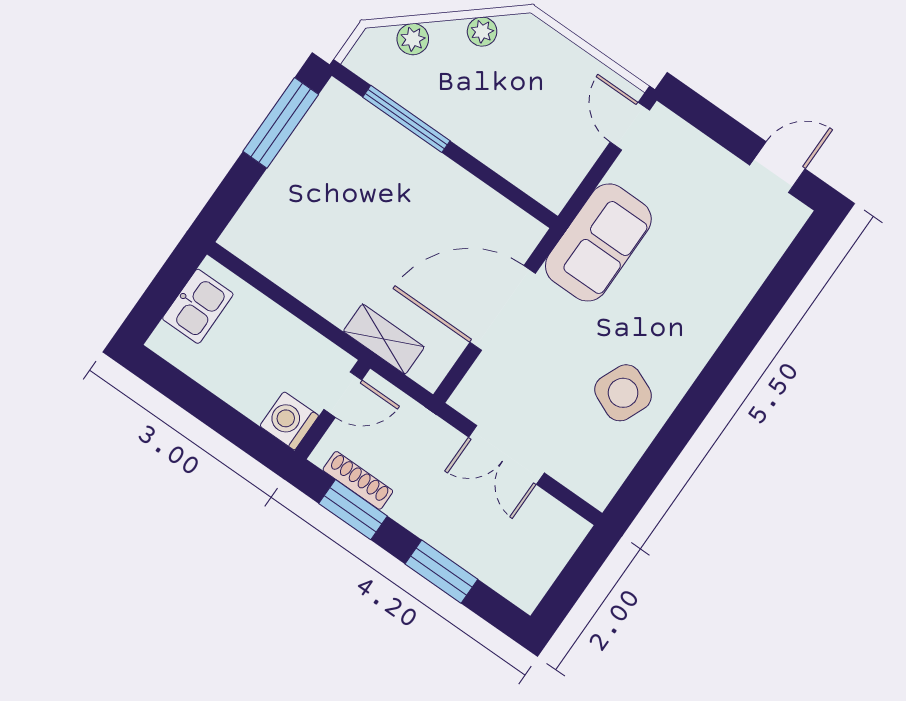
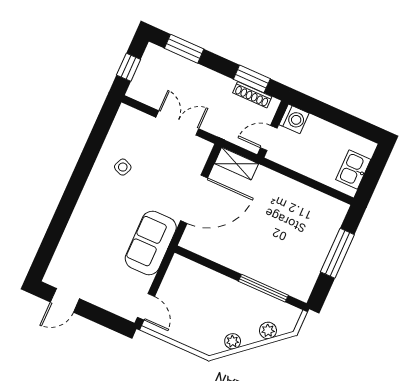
window: (281, 123) -> (337, 253), moved
shelving: (384, 339) -> (236, 164), moved
side table: (623, 393) -> (123, 167), width x0.54, depth x0.54
window: (441, 572) -> (184, 49), moved
window: (577, 575) -> (129, 67), added

